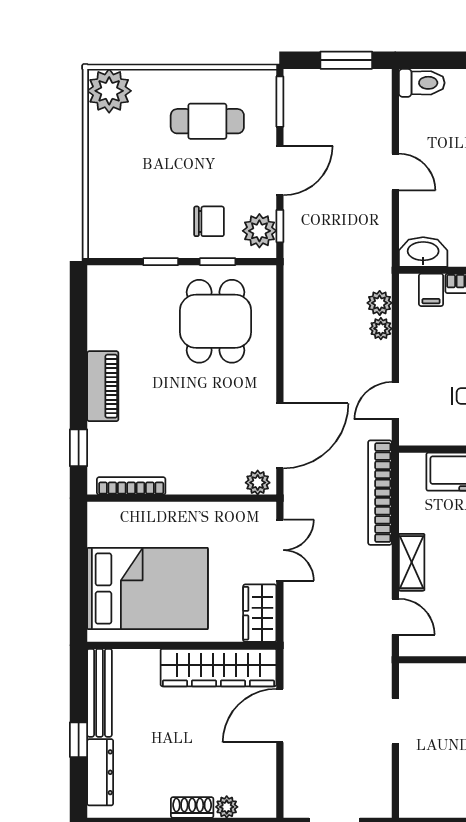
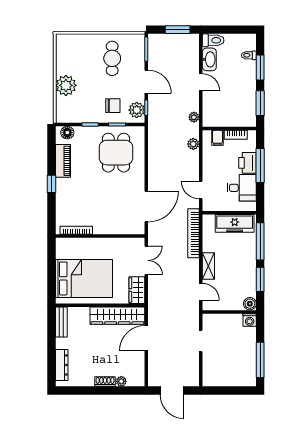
plant: (109, 91) -> (66, 85), moved
cafe table: (207, 121) -> (112, 58), turned 90
door: (280, 171) -> (146, 82), hinge flipped
washbasin: (423, 252) -> (209, 59), moved, turned 90
floor lamp: (112, 279) -> (67, 133), added
plant: (381, 329) -> (194, 117), moved
piano: (103, 386) -> (63, 161), moved
door: (395, 401) -> (201, 190), hinge flipped
window: (79, 448) -> (51, 184), moved
plant: (258, 483) -> (136, 229), removed
bench: (99, 693) -> (61, 322), width x0.73
window: (79, 740) -> (51, 350), removed

